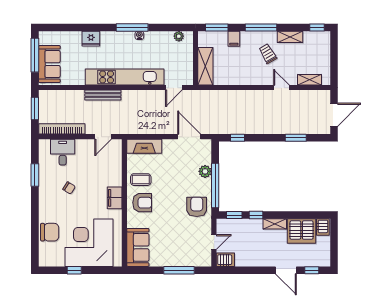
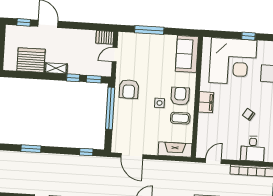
plant: (205, 171) -> (119, 122), removed
side table: (164, 194) -> (160, 103), added
armchair: (142, 203) -> (180, 96), turned 90
server rack: (323, 227) -> (10, 63), removed

